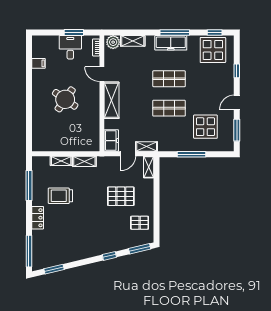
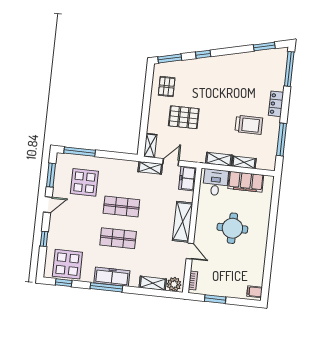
desk: (70, 47) -> (216, 182), moved, turned 180
filing cabinet: (39, 63) -> (255, 292), moved
round table: (65, 99) -> (232, 228), turned -35
filing cabinet: (58, 143) -> (246, 182), added
window: (191, 154) -> (80, 152), moved
pallet: (140, 223) -> (167, 86), turned 90

